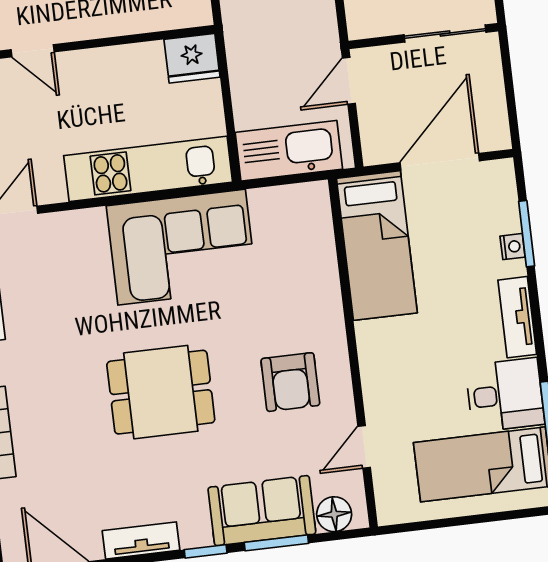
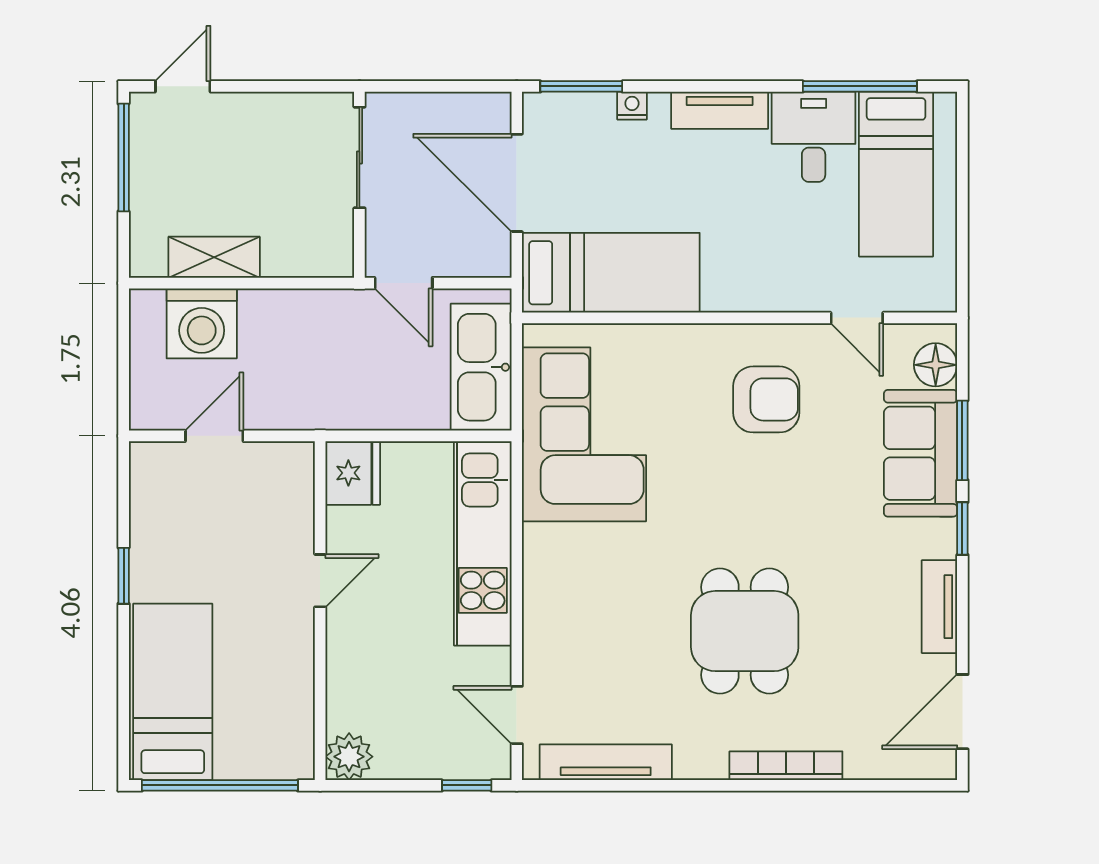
door: (33, 51) -> (320, 581), moved
window: (527, 234) -> (581, 86), moved
corner sofa: (182, 247) -> (584, 434), moved
dining table: (161, 392) -> (745, 631), moved

